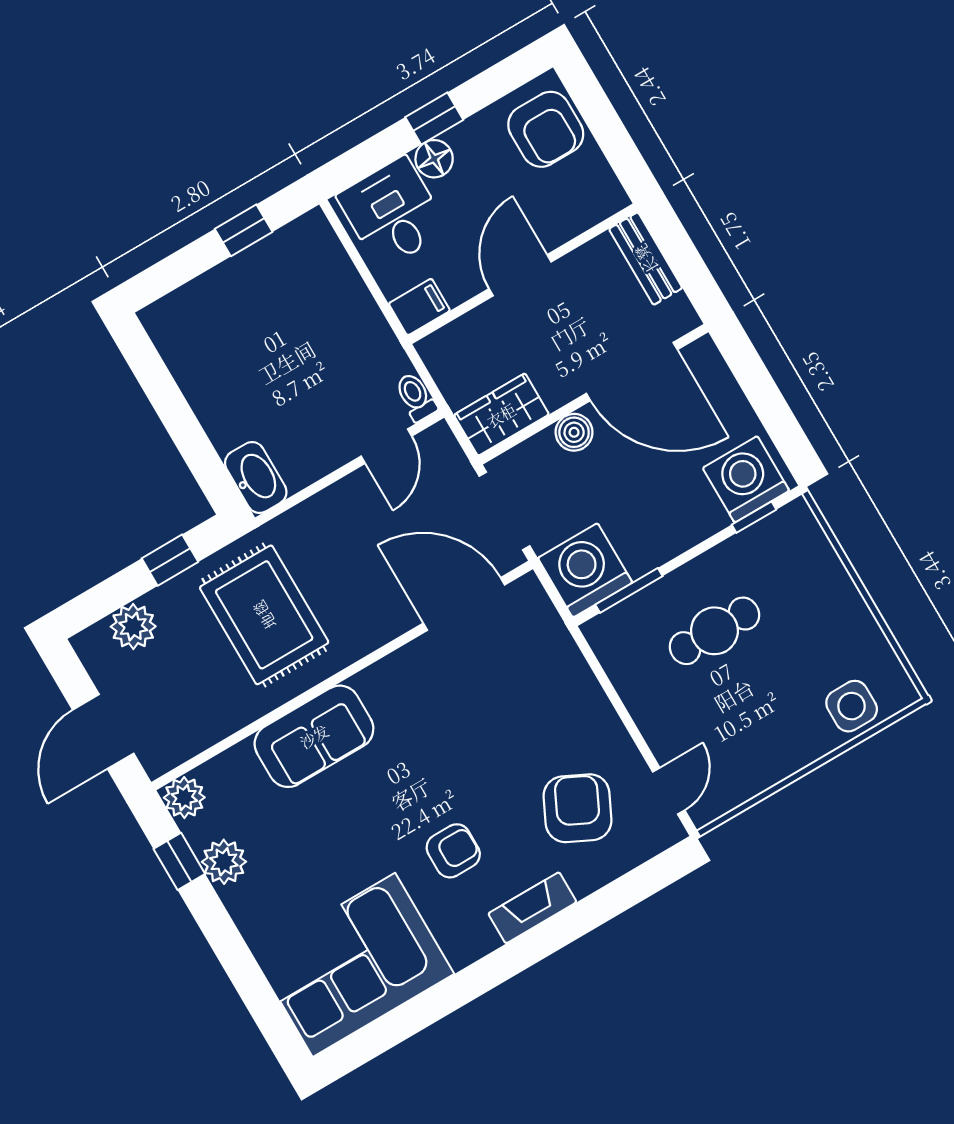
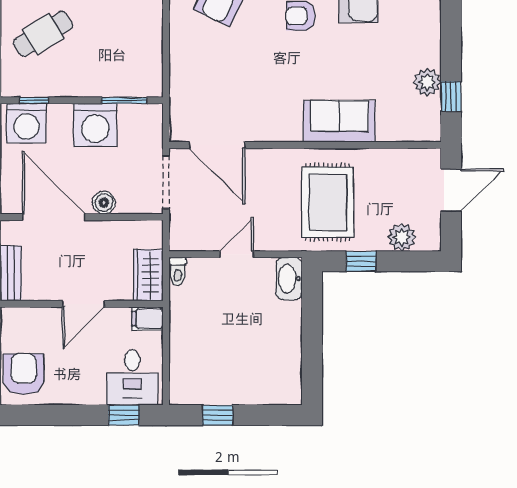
window: (434, 118) -> (124, 415), moved
floor lamp: (434, 159) -> (93, 394), removed
wardrobe: (501, 415) -> (148, 275), moved, turned 90
door: (386, 446) -> (237, 254), moved
washing machine: (585, 570) -> (95, 125), moved
cafe table: (714, 631) -> (43, 34), moved, turned -31
plant: (184, 798) -> (428, 129), removed

